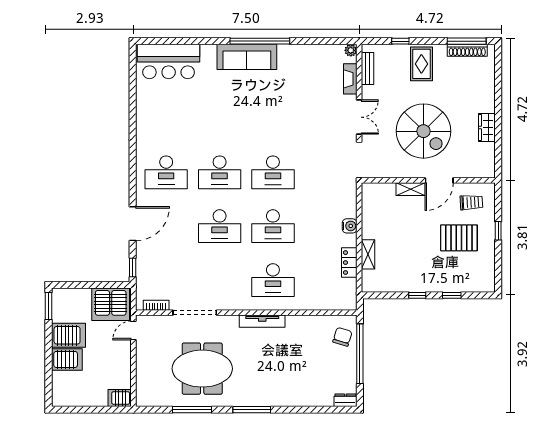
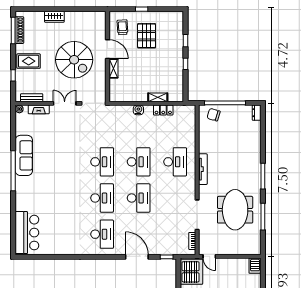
sofa: (247, 57) -> (24, 155), moved
wardrobe: (487, 128) -> (54, 17), moved
spiral stairs: (424, 131) -> (74, 60), turned 90

